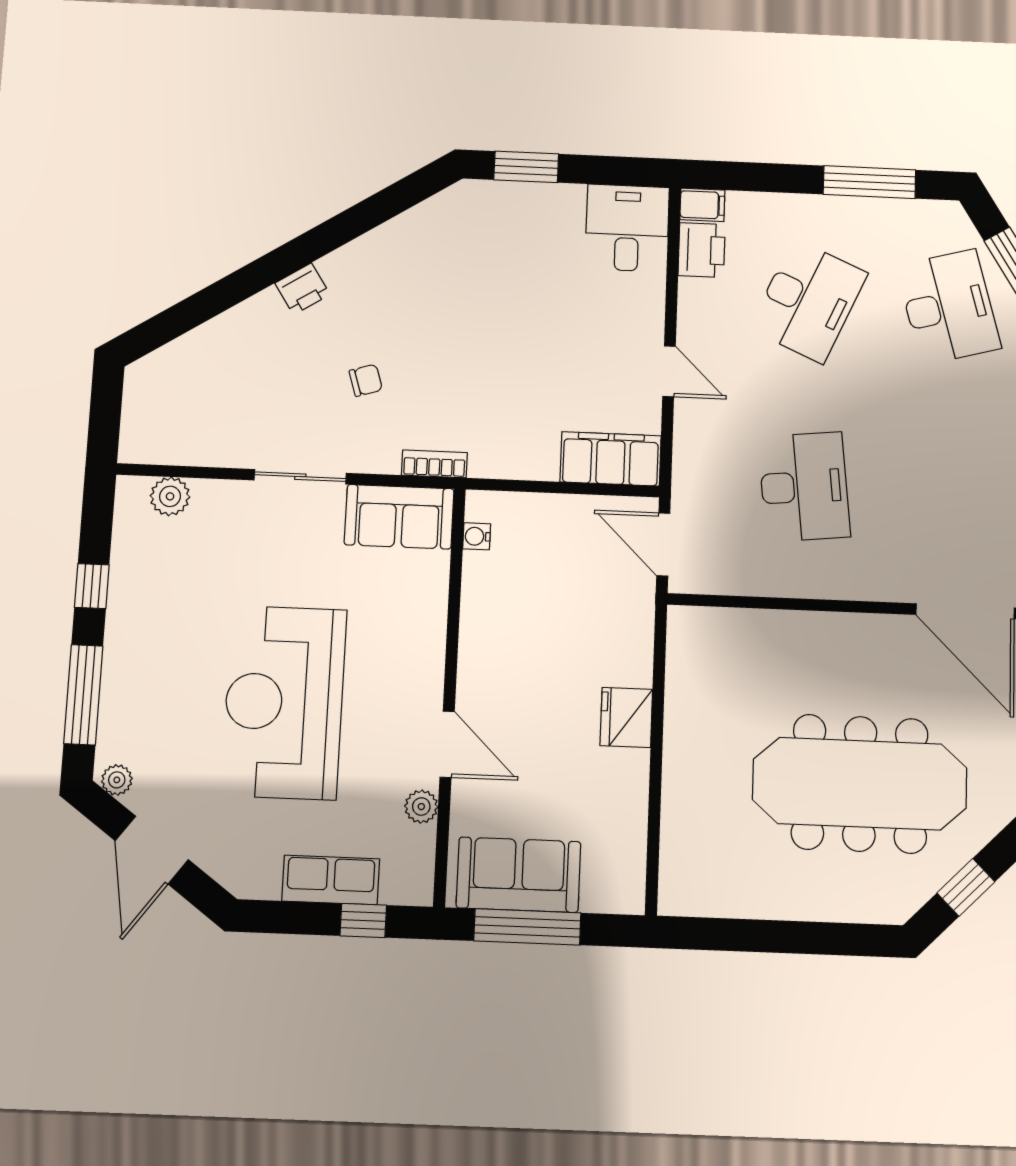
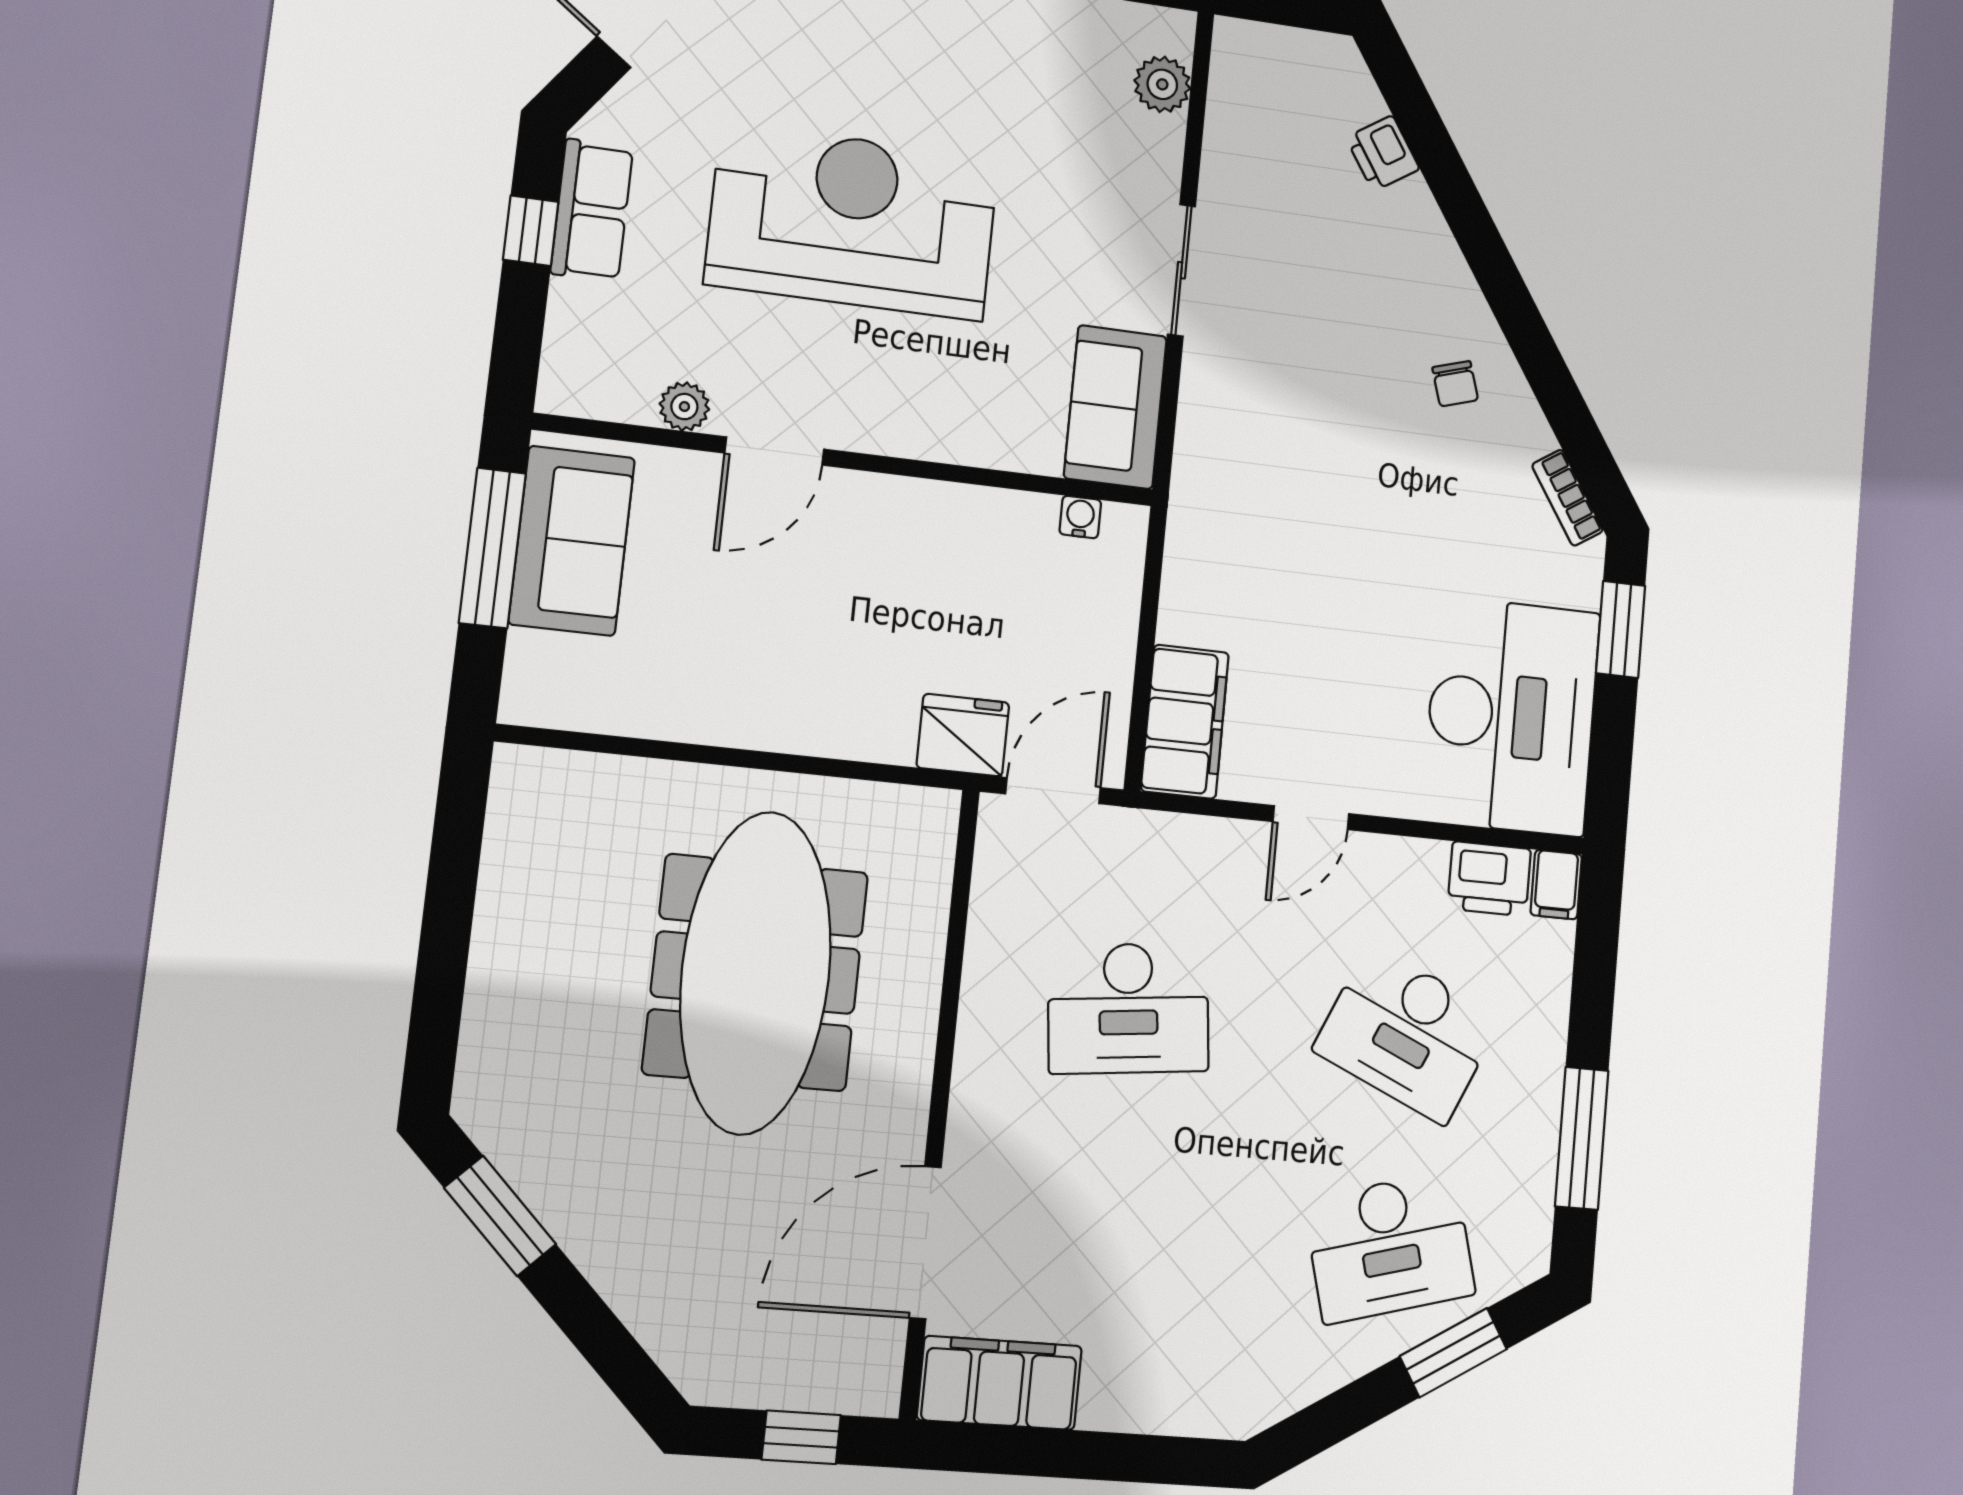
desk: (627, 228) -> (1511, 716), width x1.87, depth x1.30
printer: (302, 289) -> (1383, 153), moved
chair: (366, 380) -> (1455, 384), moved
bookcase: (434, 464) -> (1568, 498), moved, turned 147
fridge: (626, 717) -> (963, 735), moved
meeting table: (860, 784) -> (756, 973), moved
row of seats: (331, 880) -> (592, 210), moved
window: (966, 887) -> (500, 1216), width x1.50
window: (363, 920) -> (531, 231), moved

